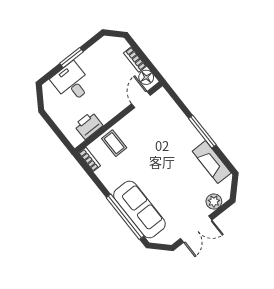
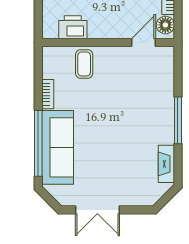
bookcase: (89, 159) -> (48, 94), moved
fireplace: (212, 162) -> (166, 164), width x0.73, depth x0.76
plant: (214, 202) -> (136, 197), removed

